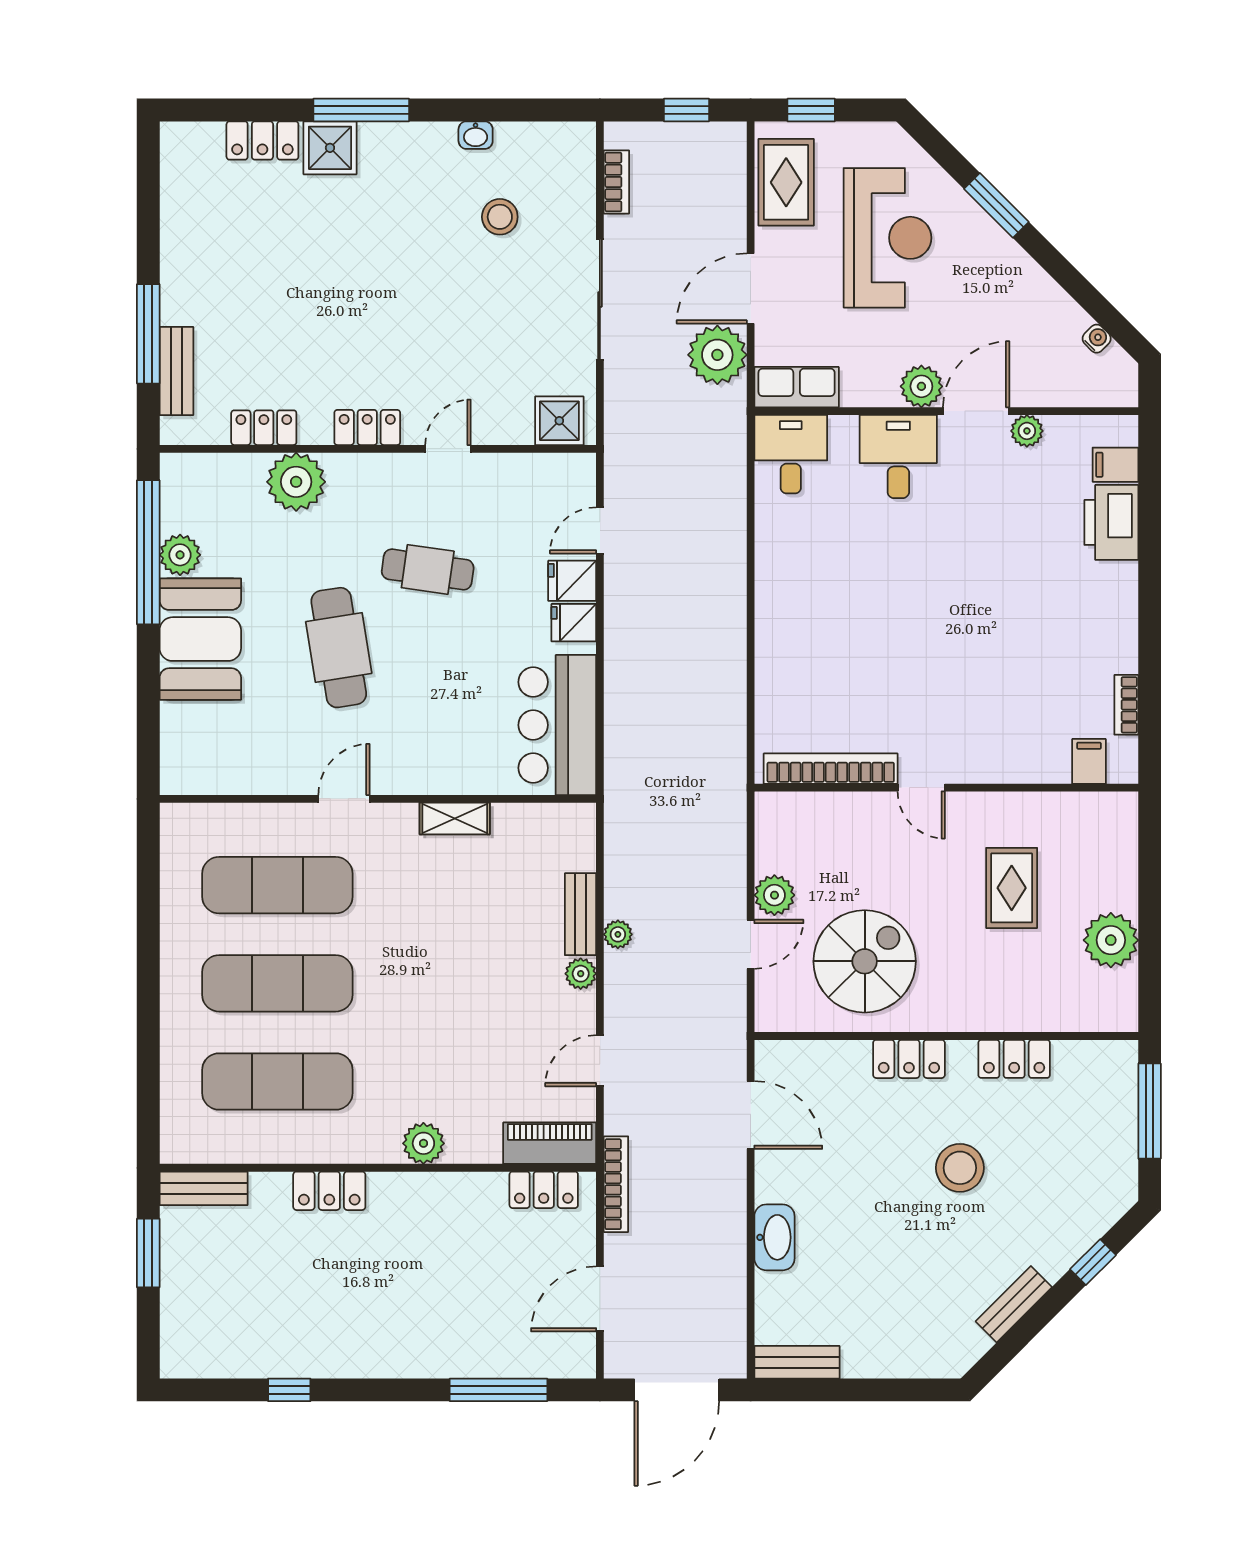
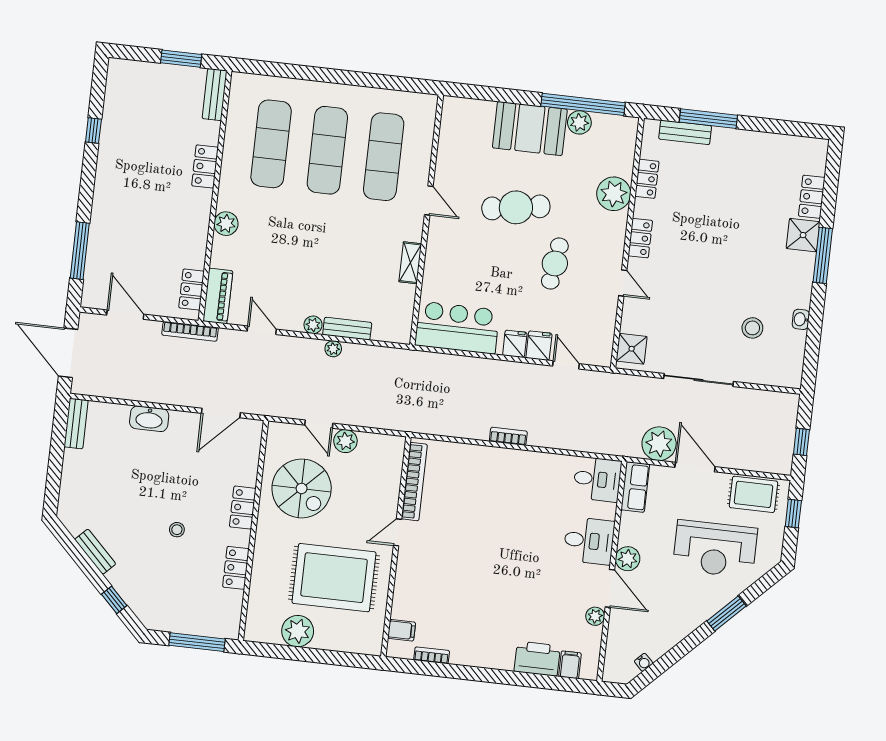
bookcase: (616, 182) -> (508, 436), moved, turned 180
rug: (1012, 888) -> (334, 578), width x1.86, depth x2.06
stool: (960, 1168) -> (177, 530), width x0.53, depth x0.53

